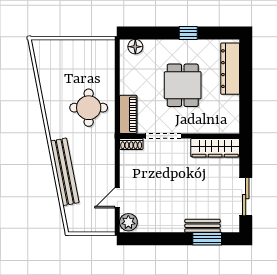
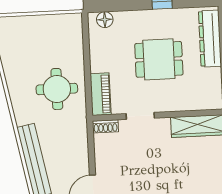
dining table: (183, 85) -> (159, 59), turned 90
doorway: (163, 136) -> (140, 116), width x0.73

